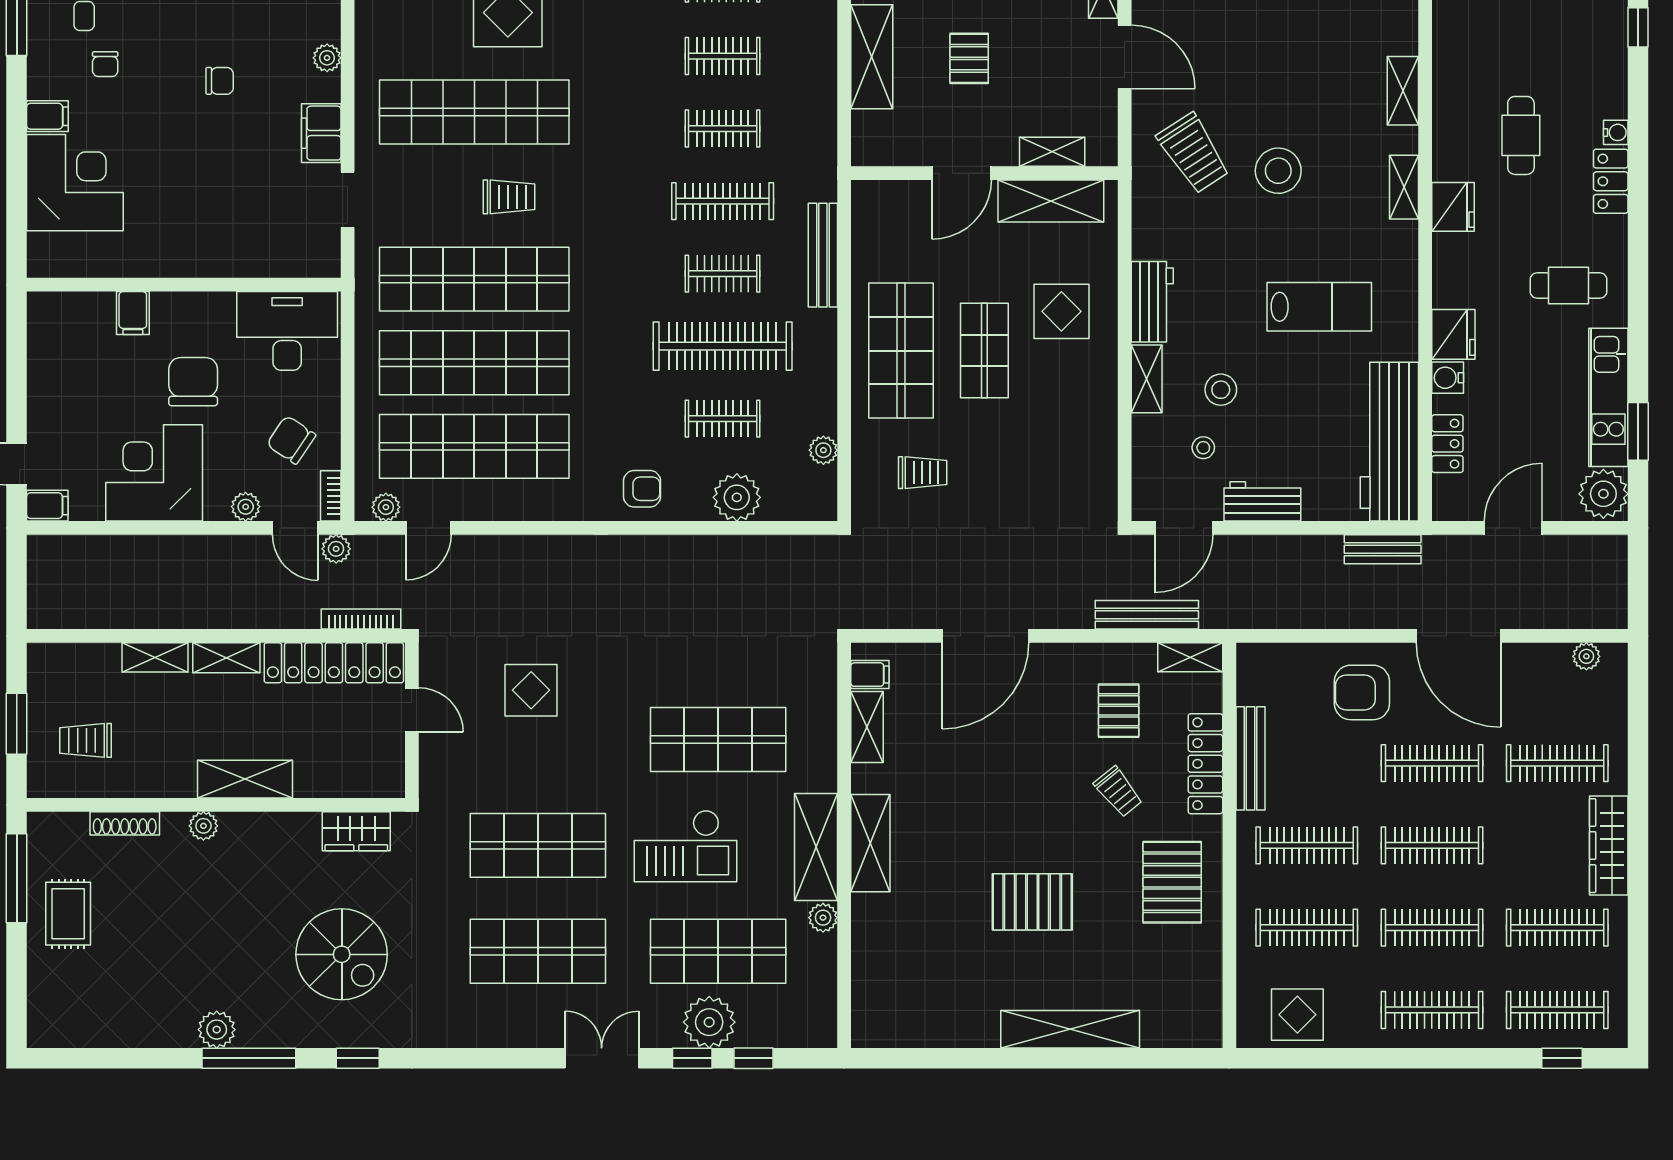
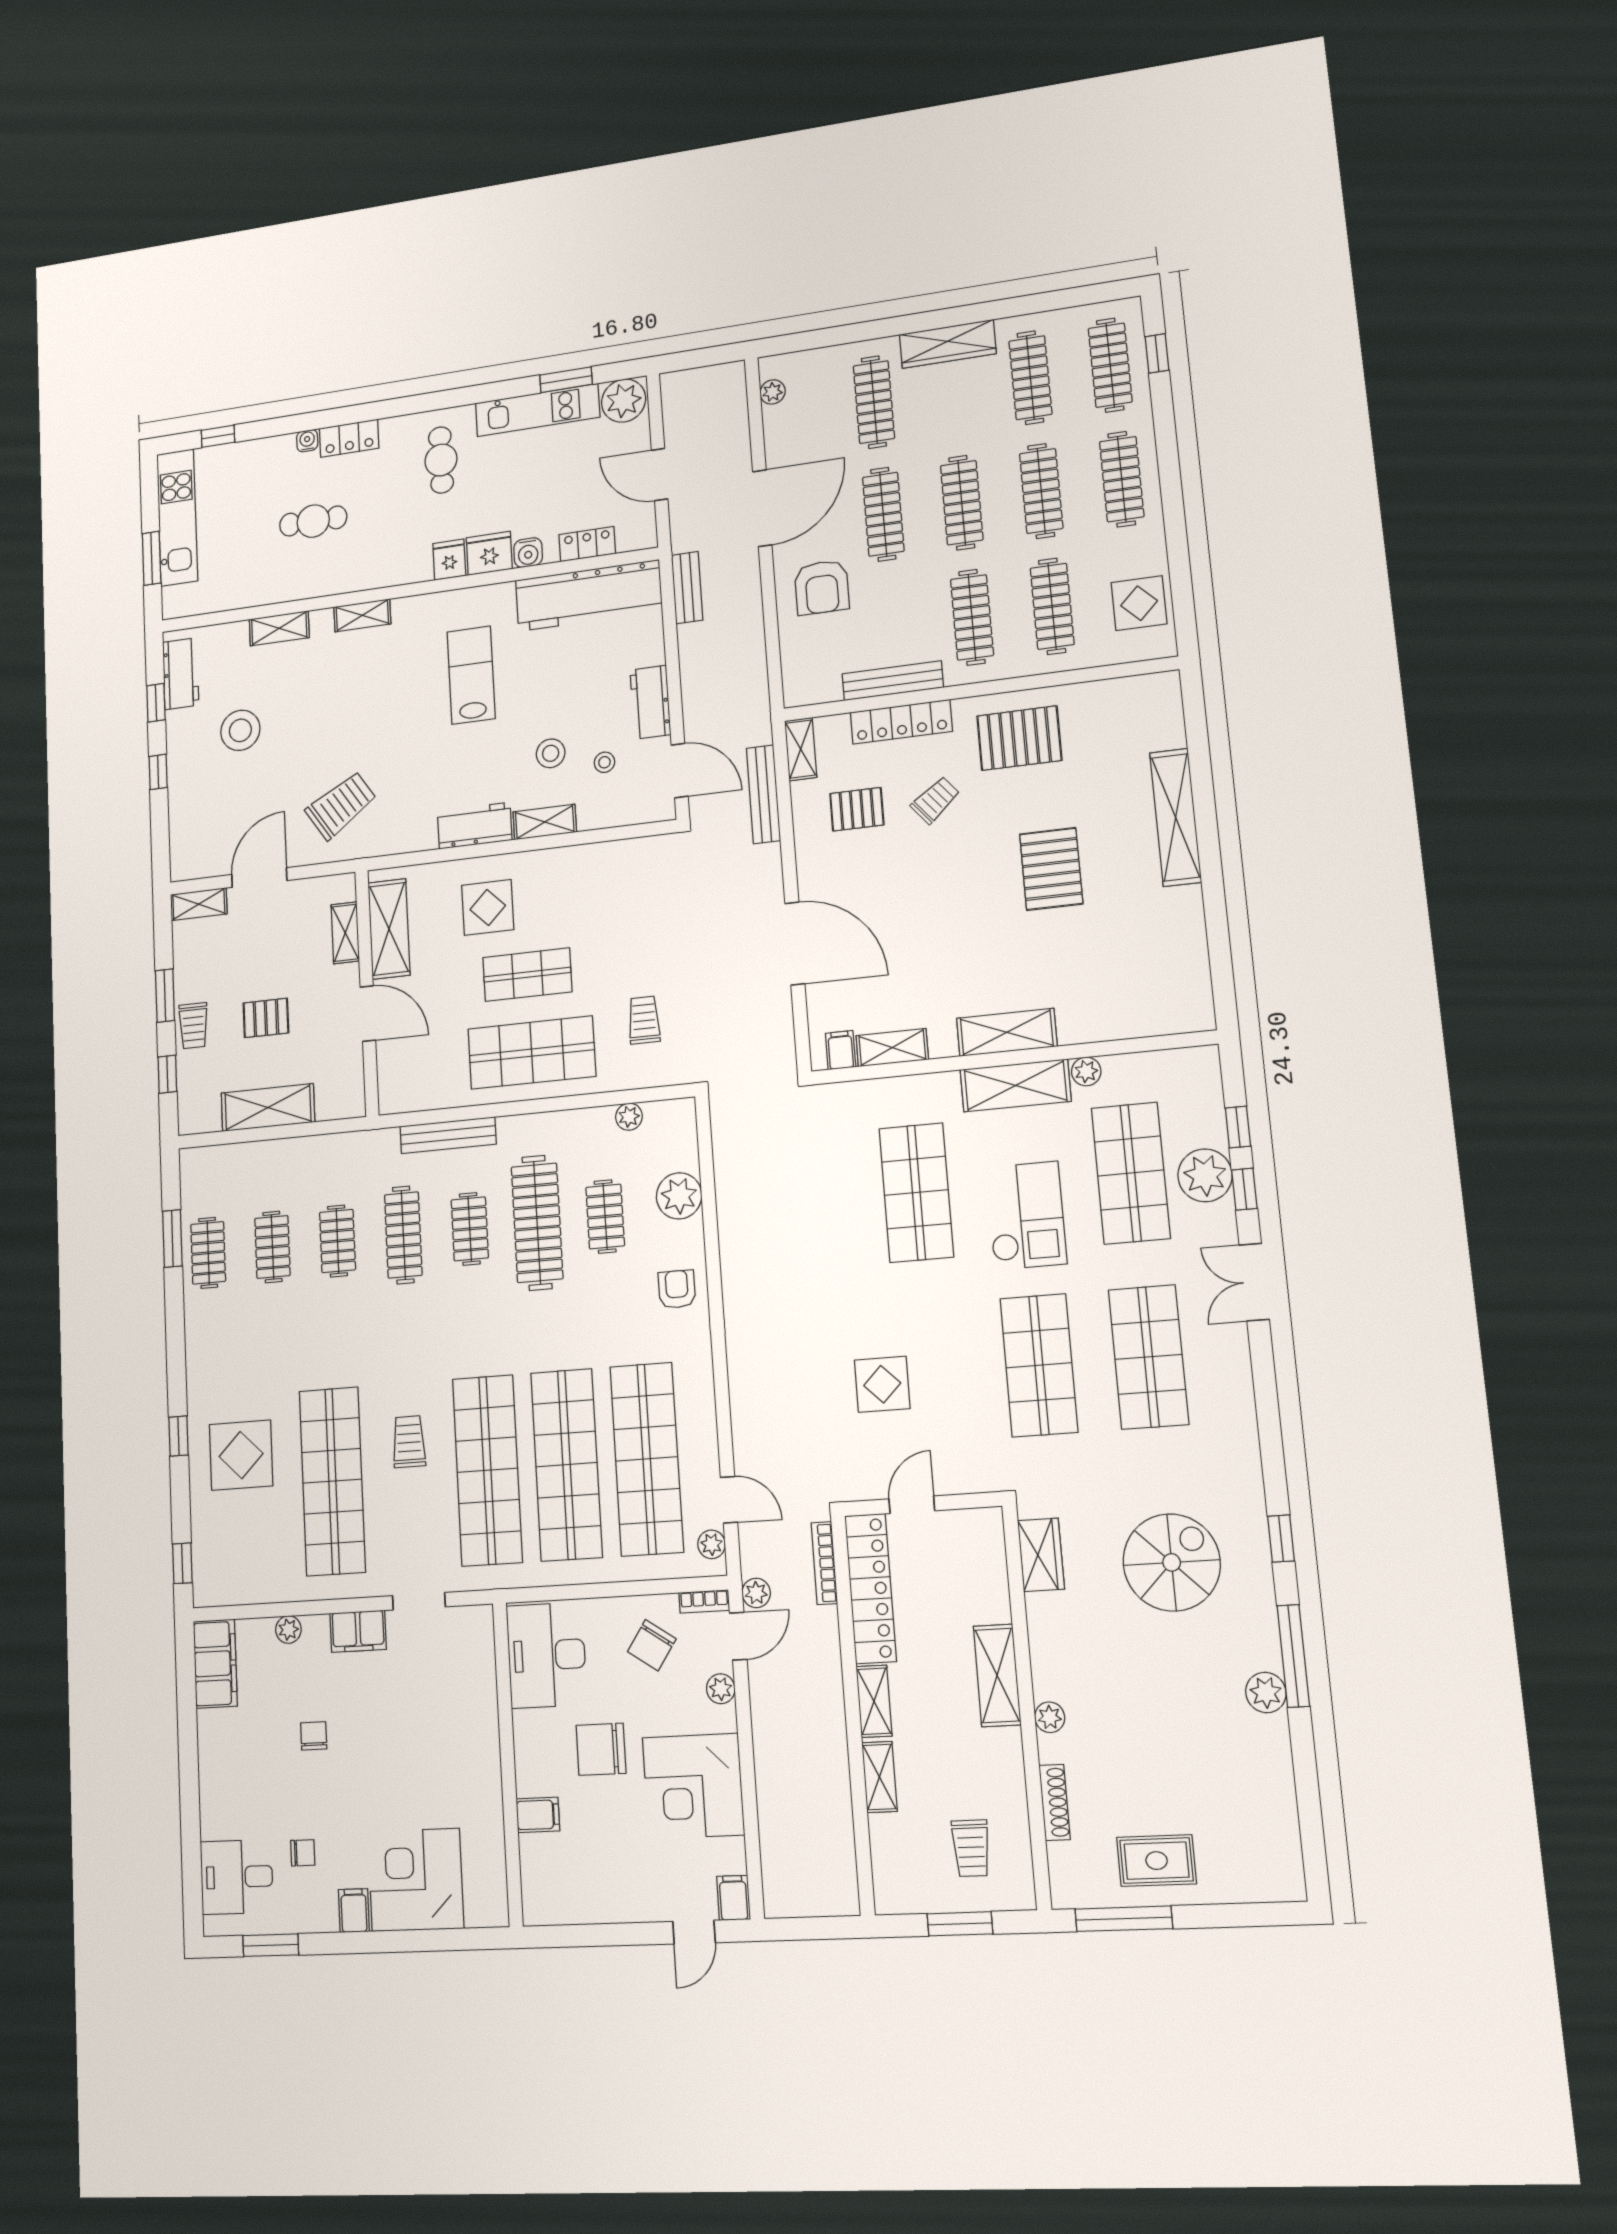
stool: (1278, 171) -> (240, 730), moved
fridge: (1453, 207) -> (449, 560), moved, width x0.72

